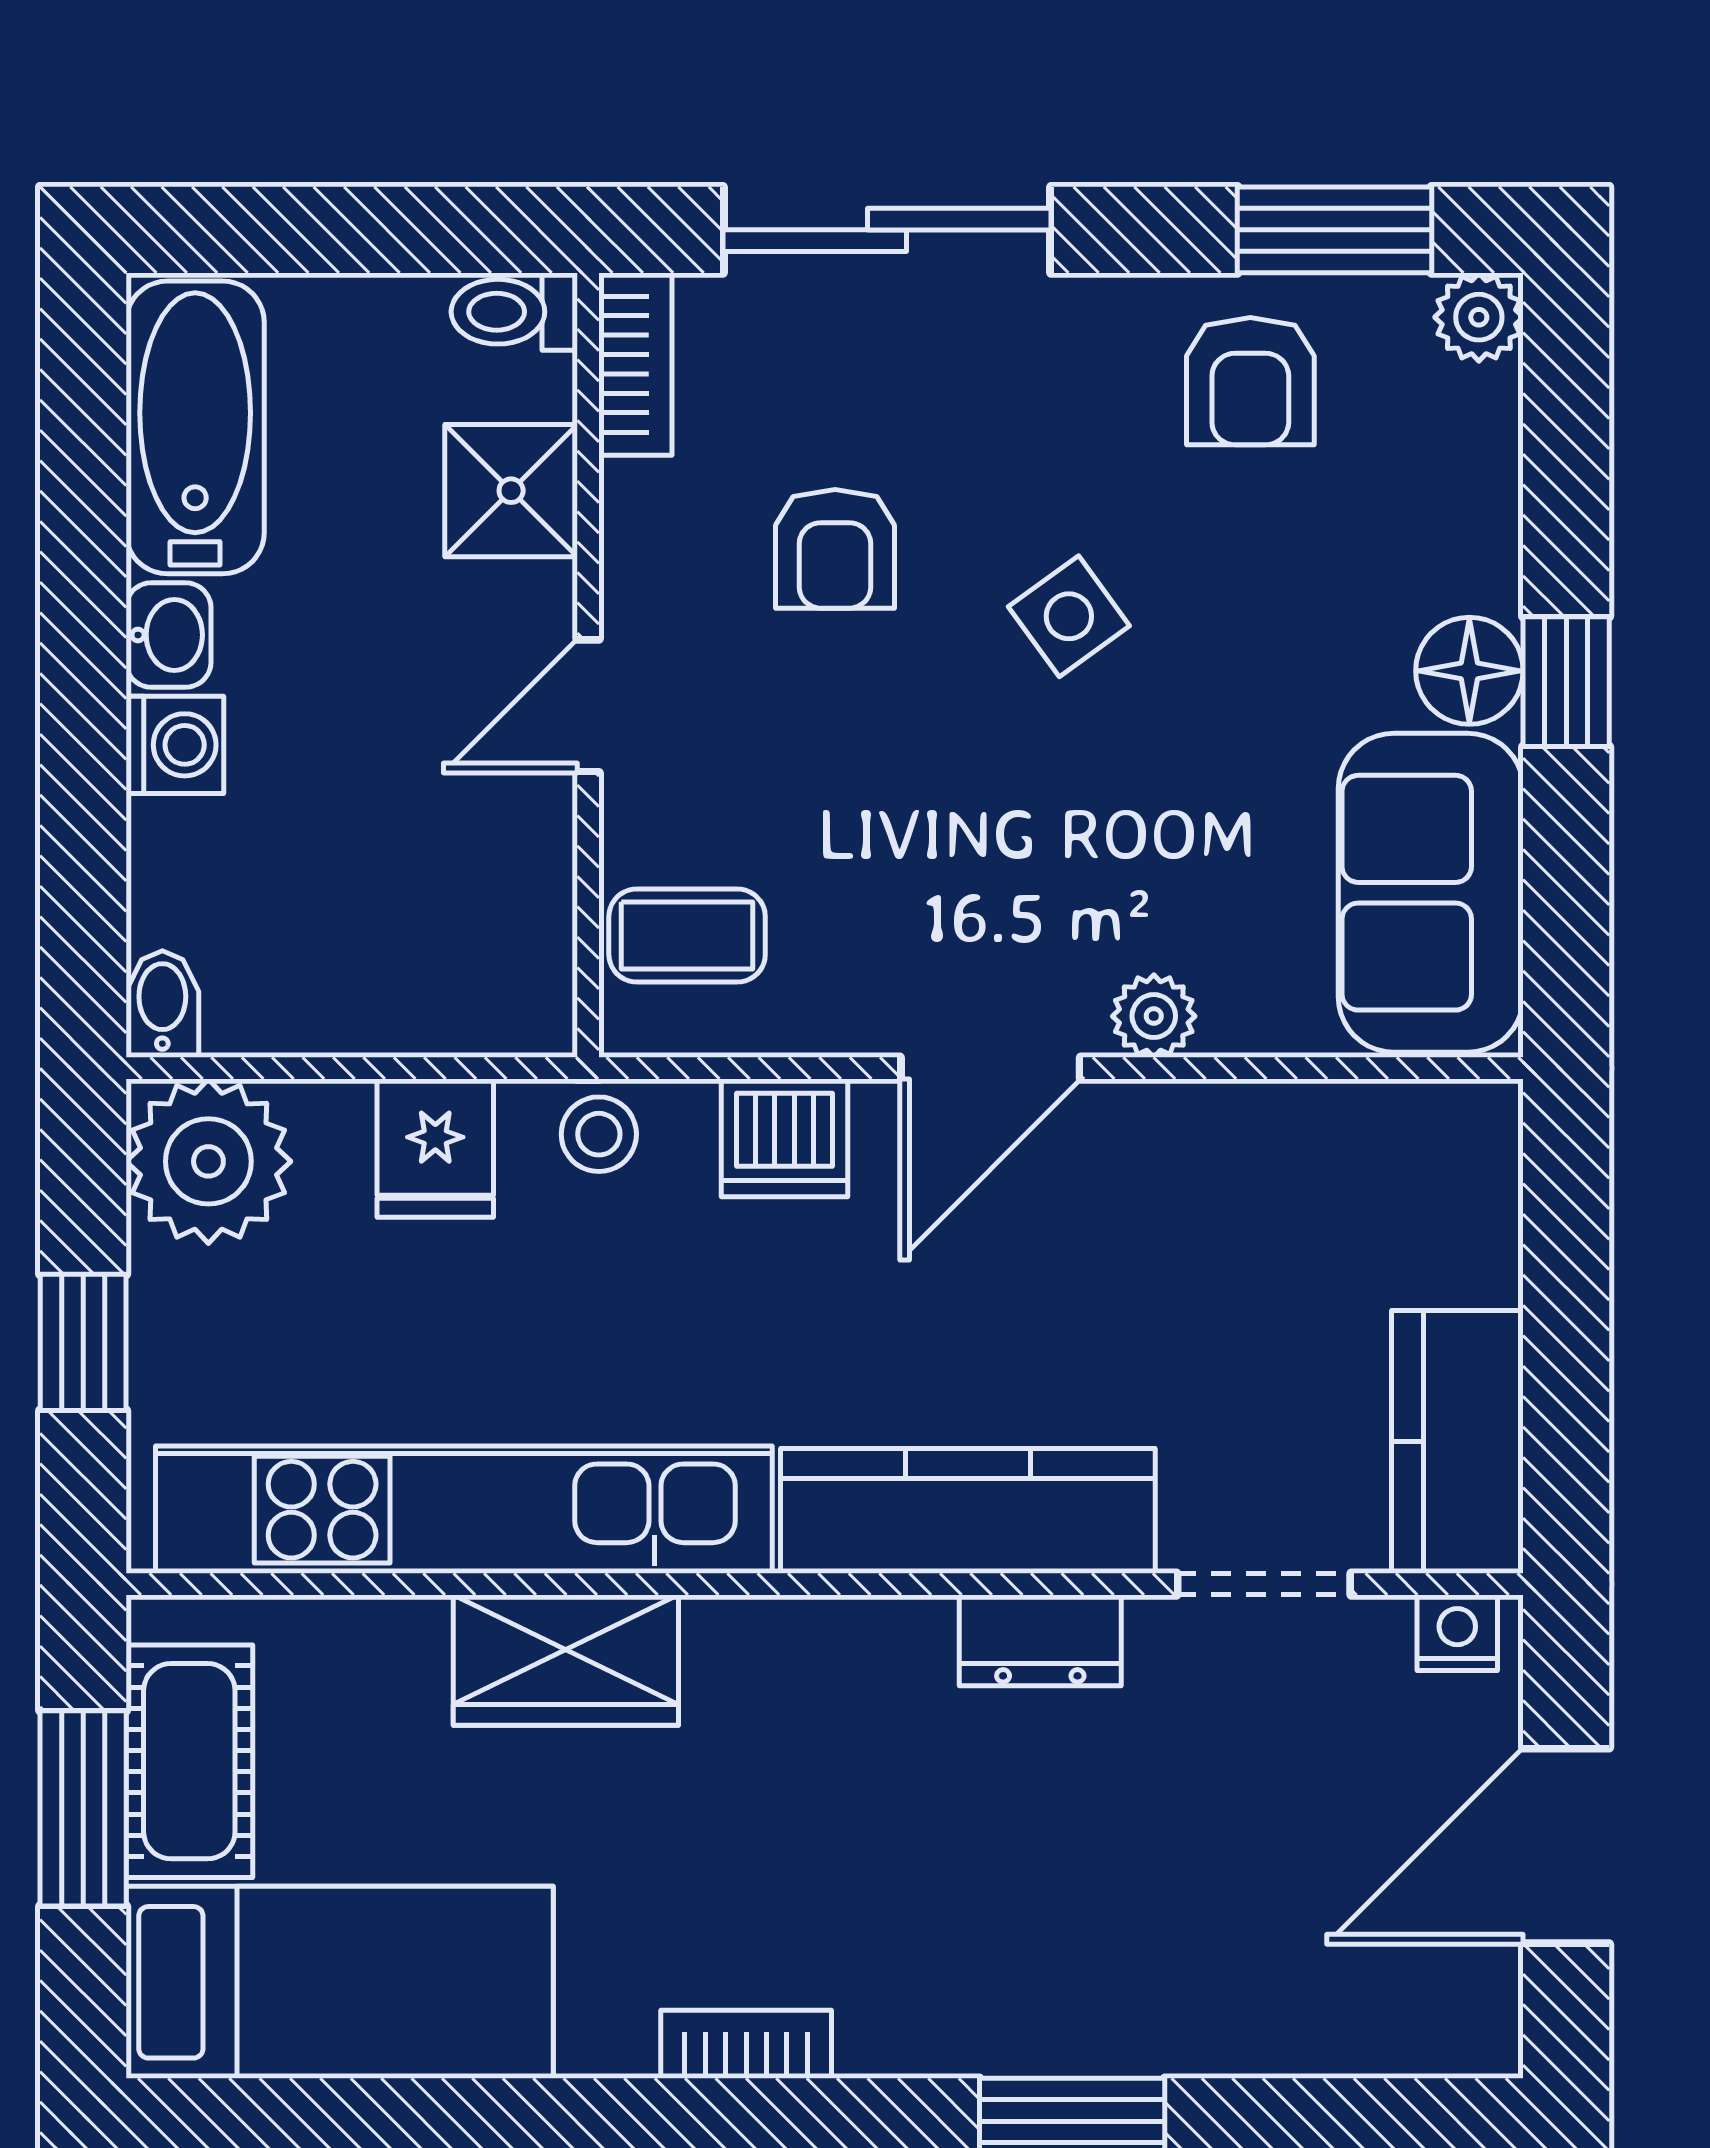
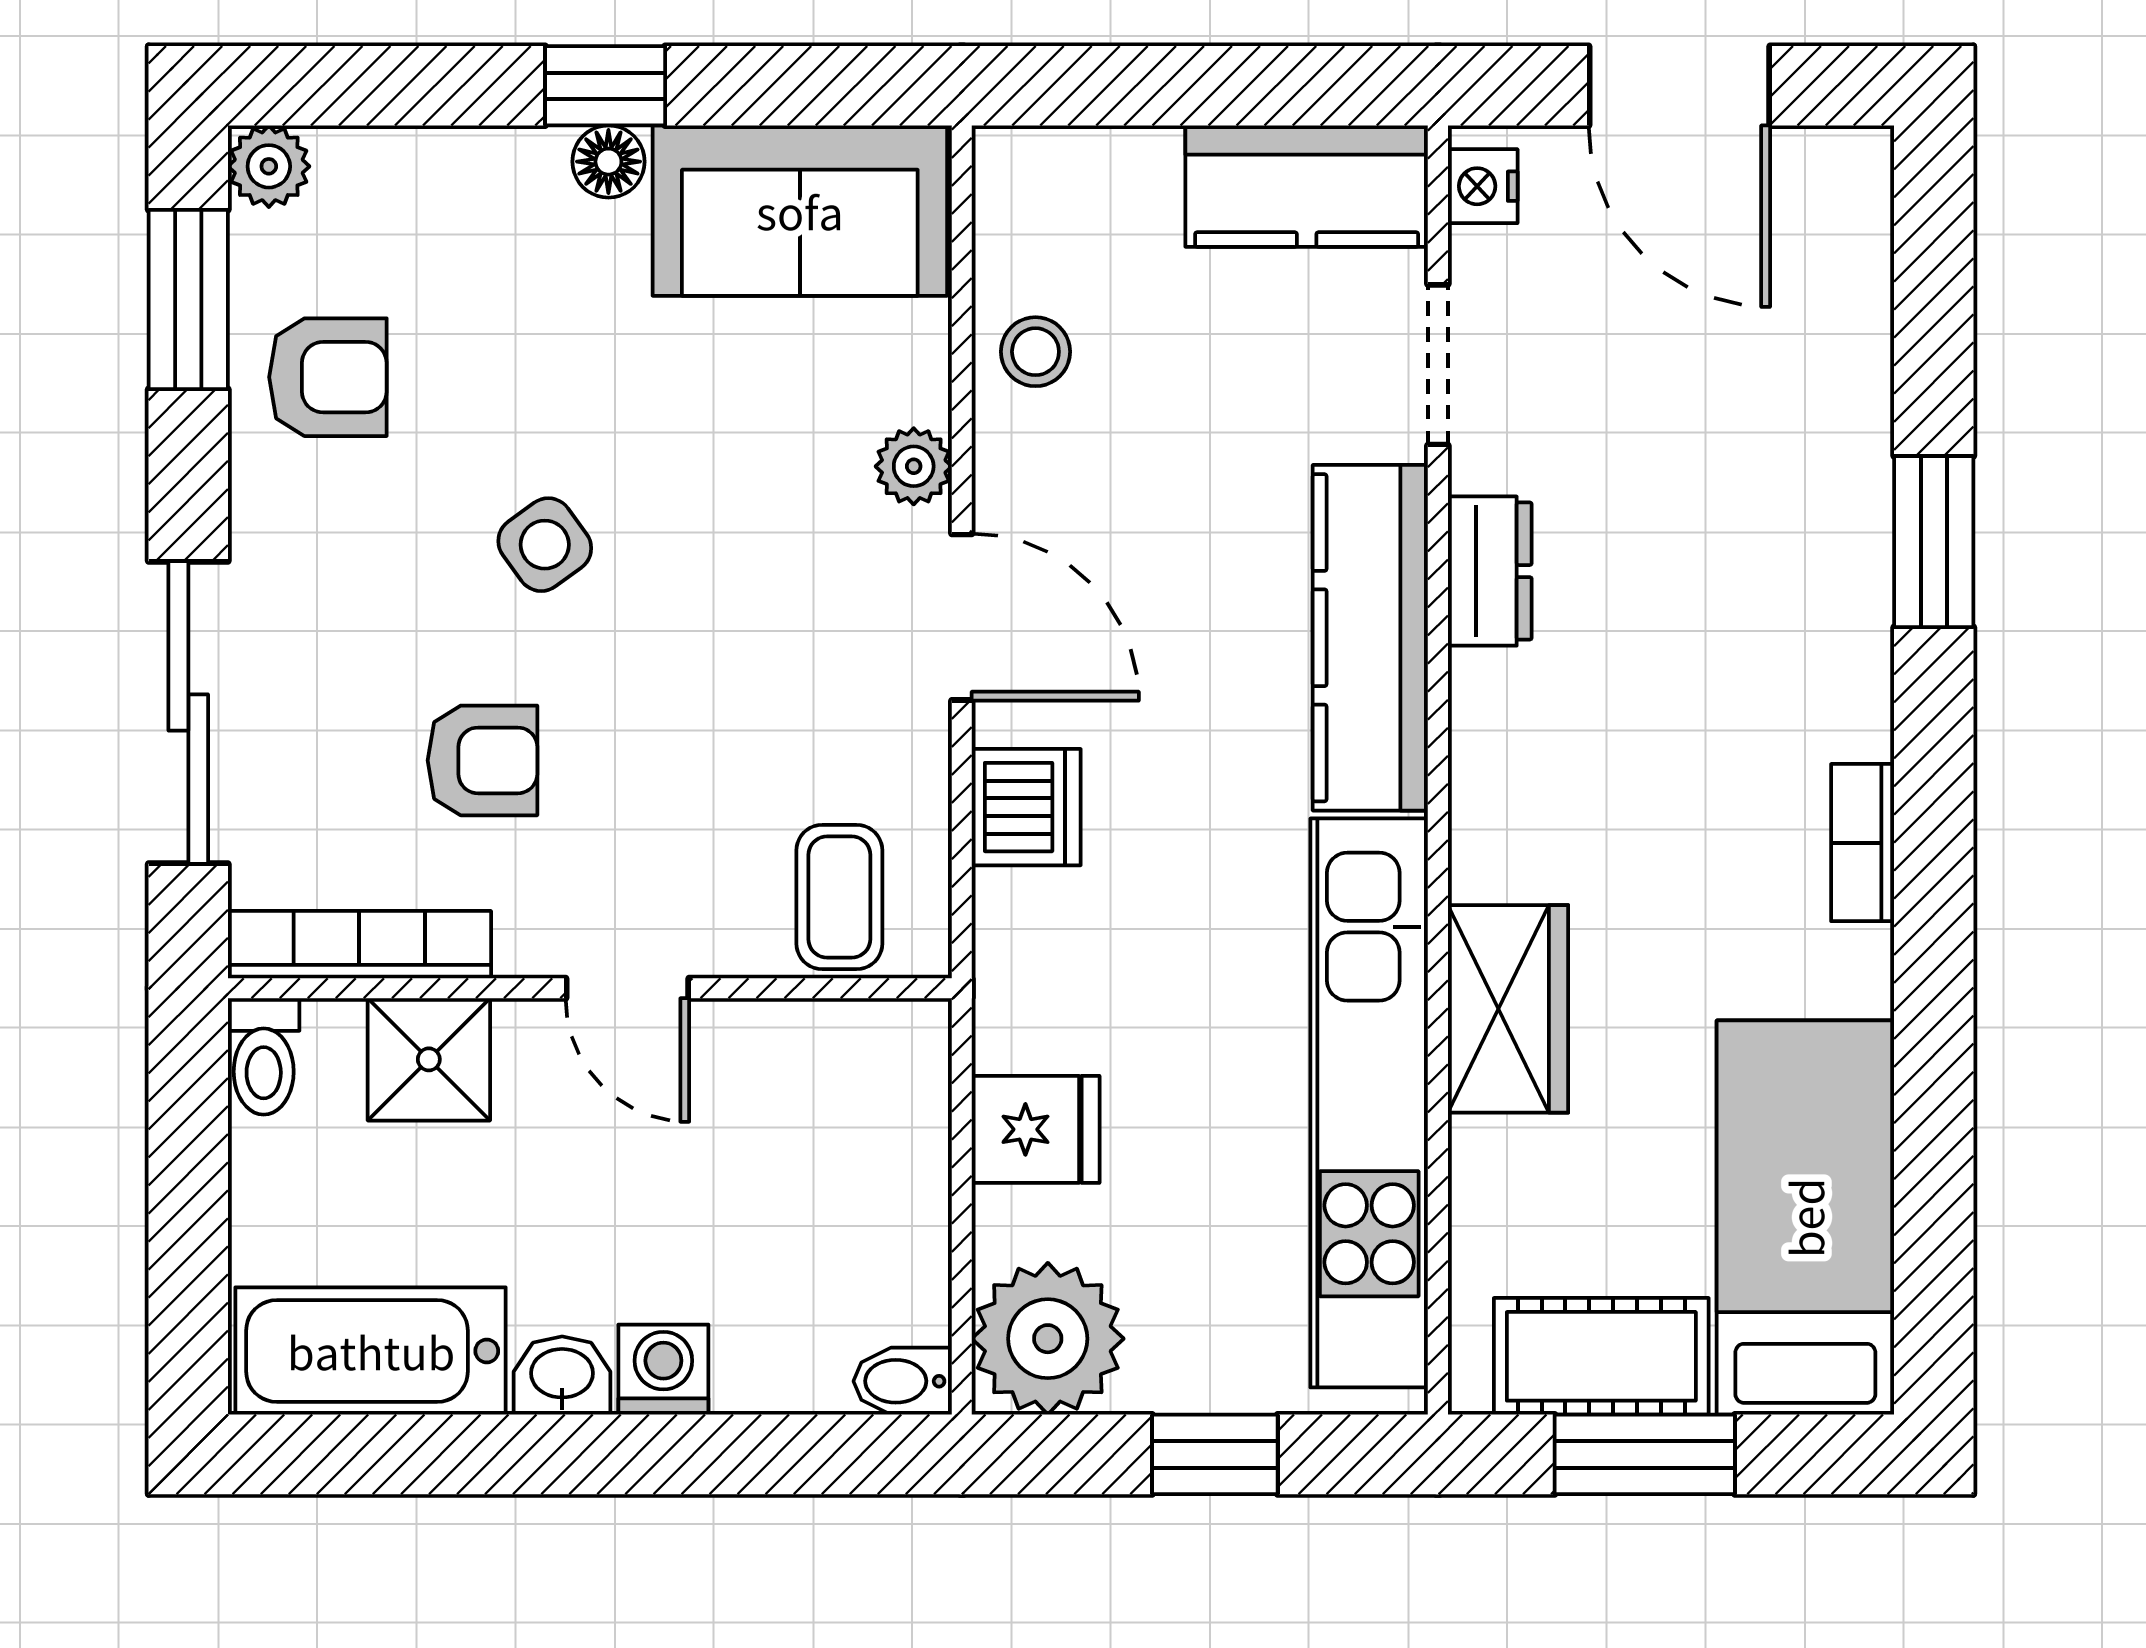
bookcase: (635, 364) -> (359, 945), width x1.56
floor lamp: (1469, 671) -> (608, 162), width x0.73, depth x0.73
stool: (599, 1134) -> (1035, 352), moved

